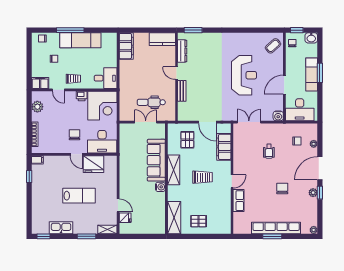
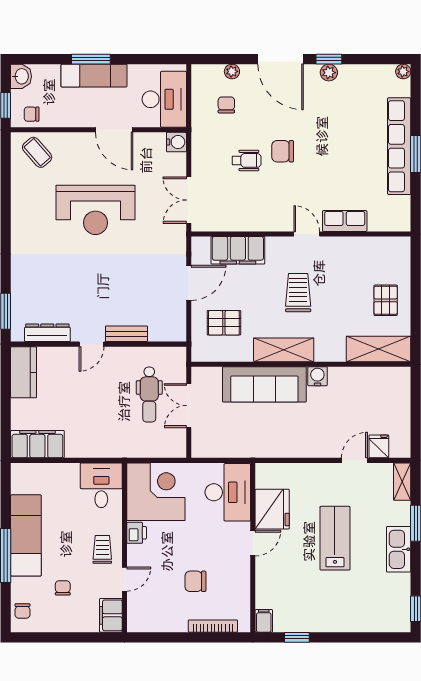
reception desk: (244, 75) -> (95, 210), turned 180
plant: (37, 107) -> (158, 621), removed
chair: (75, 135) -> (195, 581), moved
chair: (282, 188) -> (283, 151), moved
kitchen sink: (61, 228) -> (399, 549), moved

